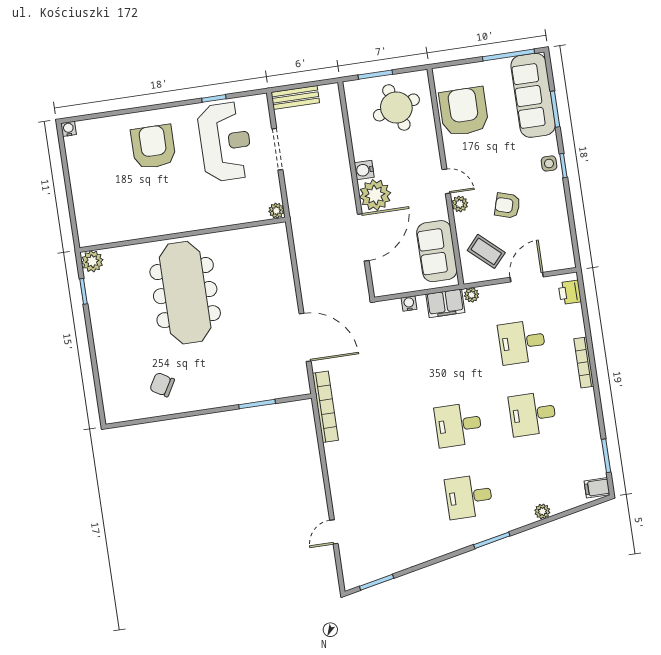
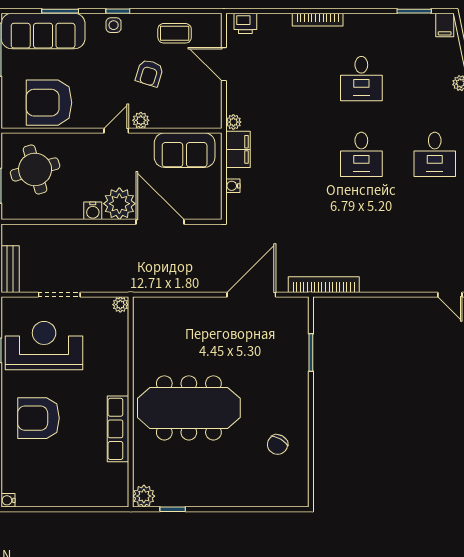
row of seats: (154, 226) -> (118, 429), added
coffee table: (486, 251) -> (175, 33), moved, turned 48
desk: (522, 342) -> (288, 79), removed

